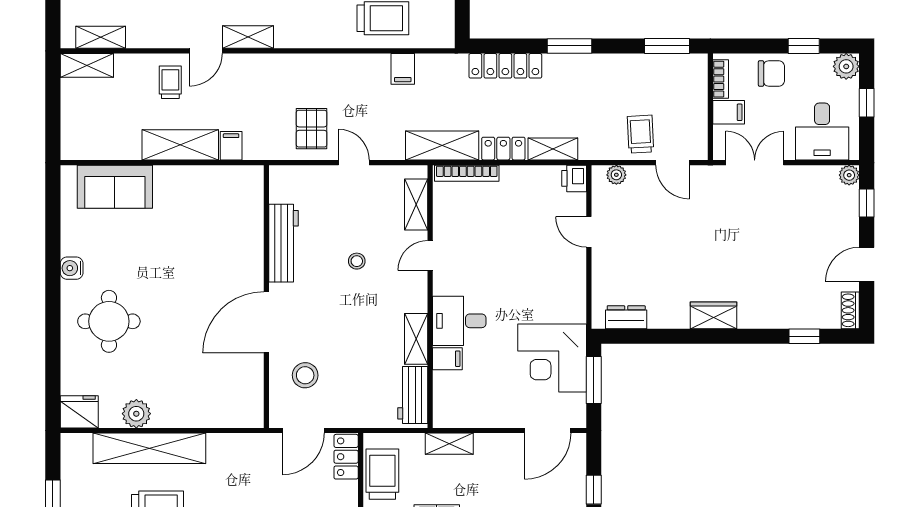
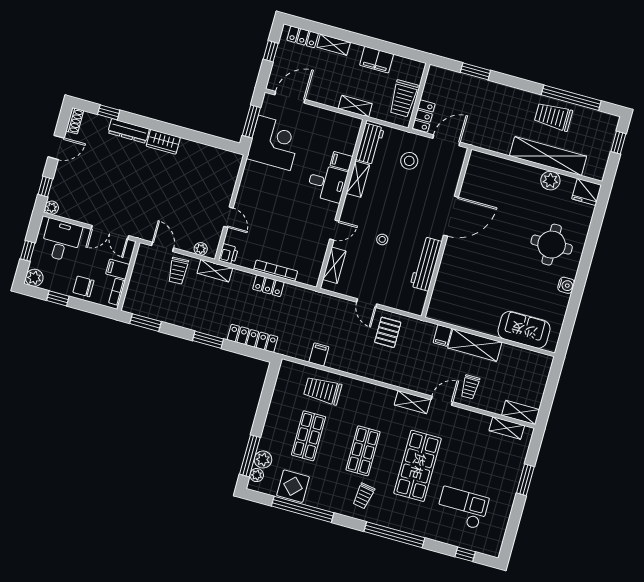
shelving: (442, 146) -> (307, 298), removed
shelving: (553, 149) -> (215, 271), moved
bookcase: (467, 173) -> (276, 271), moved
dresser: (626, 317) -> (129, 131), moved, width x1.44
stool: (305, 375) -> (409, 161), moved

